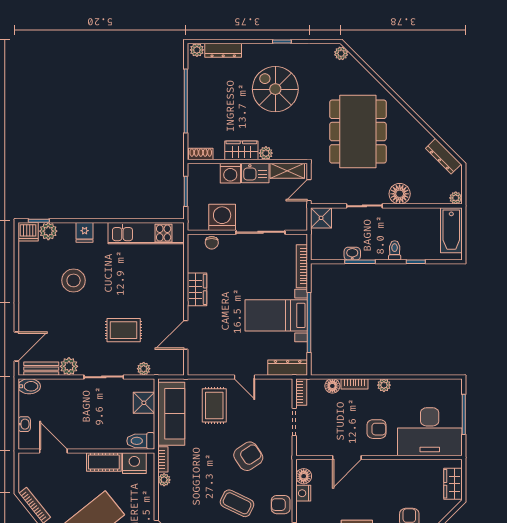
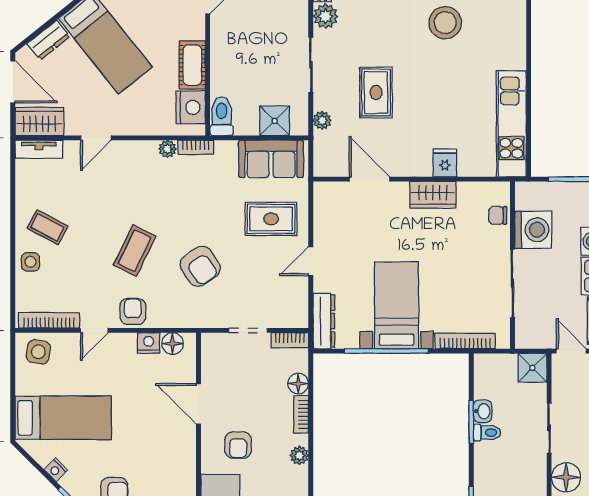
fridge: (85, 232) -> (445, 163), moved, turned 90
toilet: (395, 250) -> (487, 433), moved
sofa: (171, 414) -> (271, 159), width x0.73

